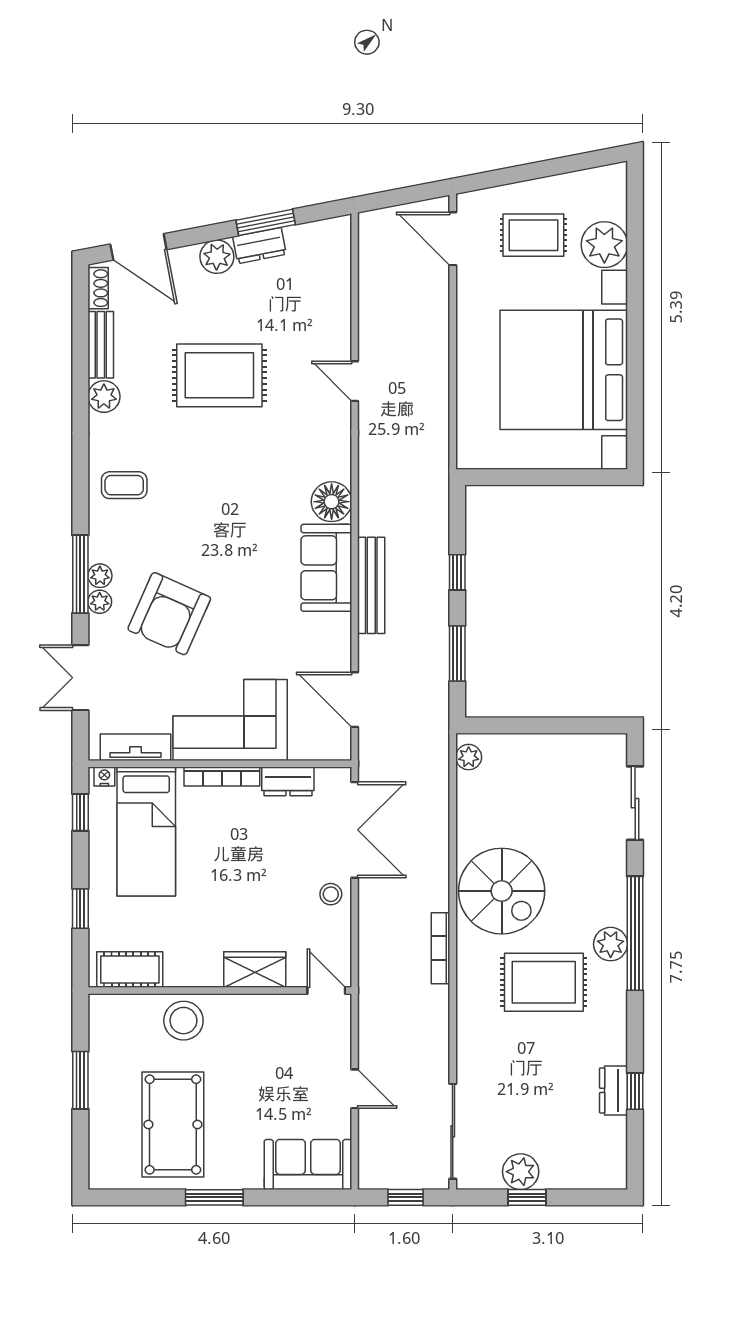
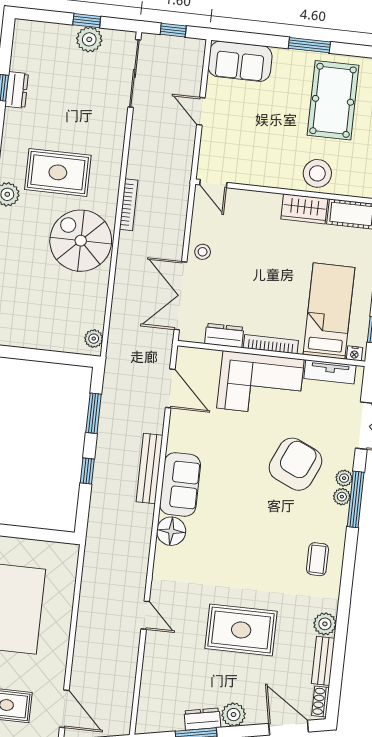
coffee table: (124, 485) -> (317, 559), turned 90
wardrobe: (255, 969) -> (304, 209), moved

